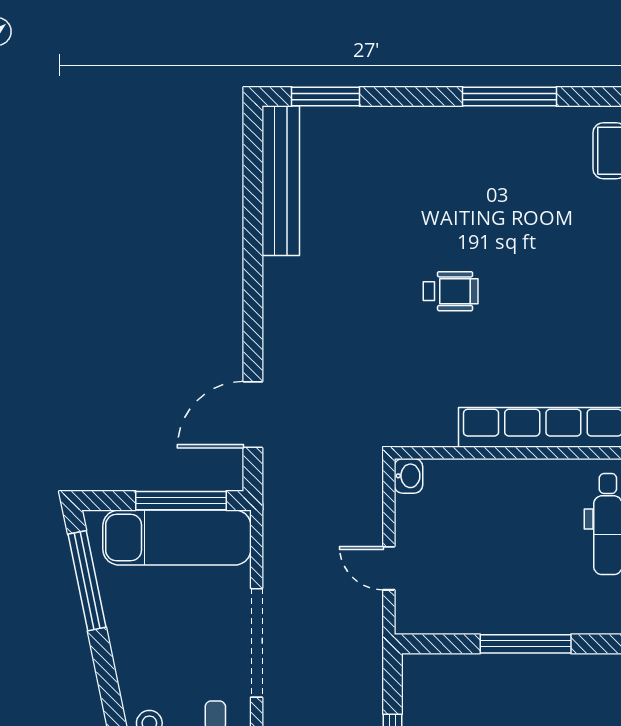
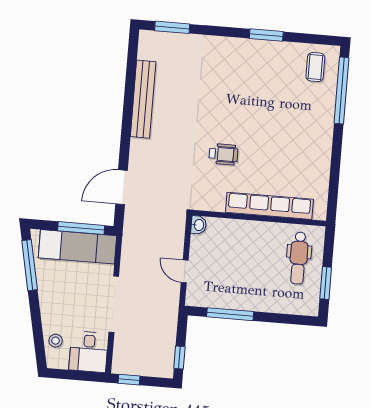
window: (510, 97) -> (266, 35), width x0.69
bench: (281, 181) -> (143, 99), moved
wheelchair: (451, 291) -> (223, 154), moved
window: (526, 644) -> (230, 314), moved

